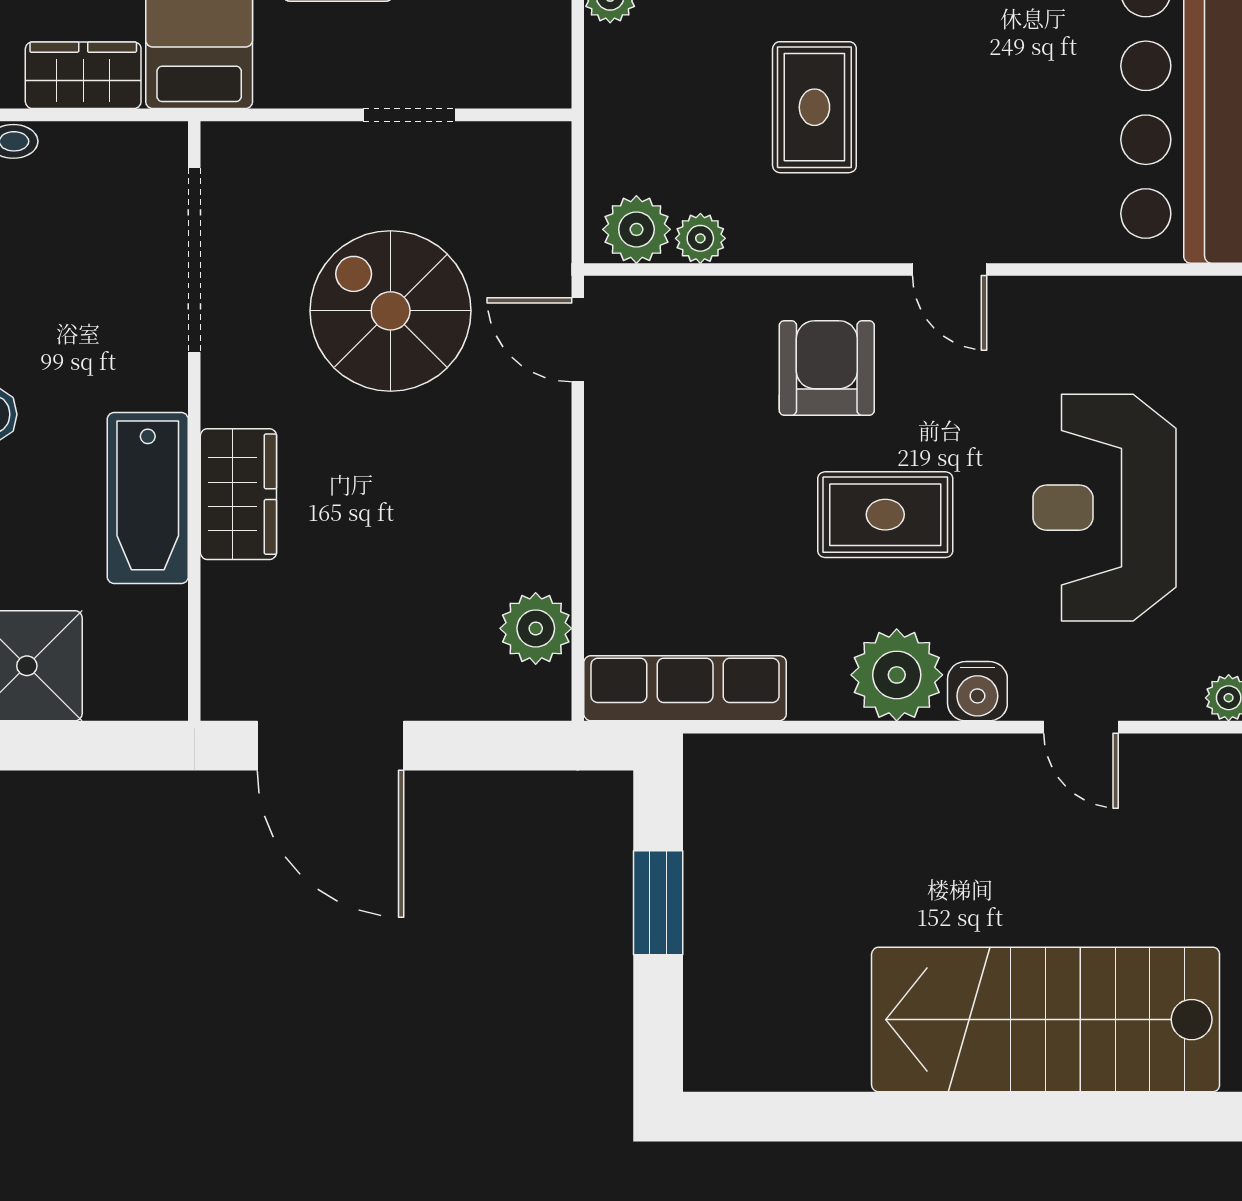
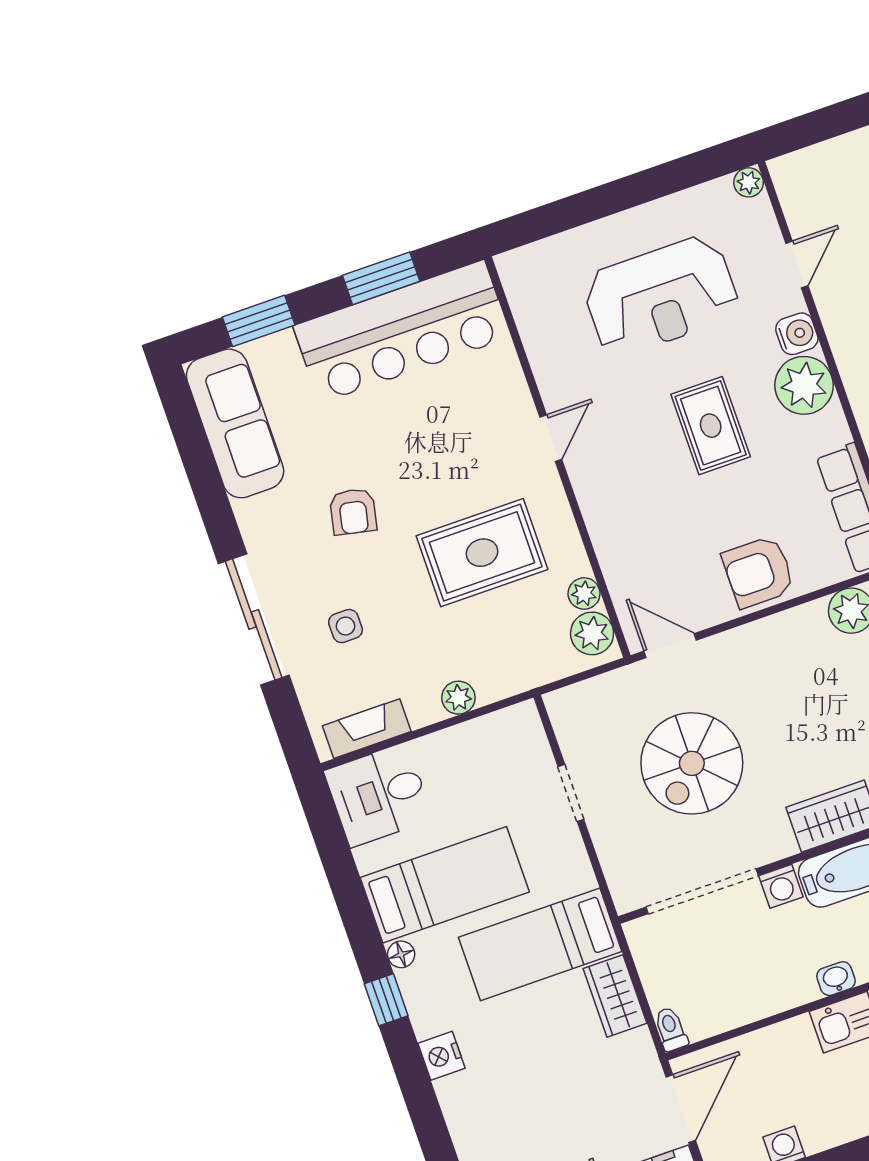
rug: (814, 107) -> (482, 553), width x1.36, depth x1.43
door: (578, 340) -> (670, 646), swing flipped
armchair: (827, 368) -> (758, 572), moved
washing machine: (161, 380) -> (781, 886), added

